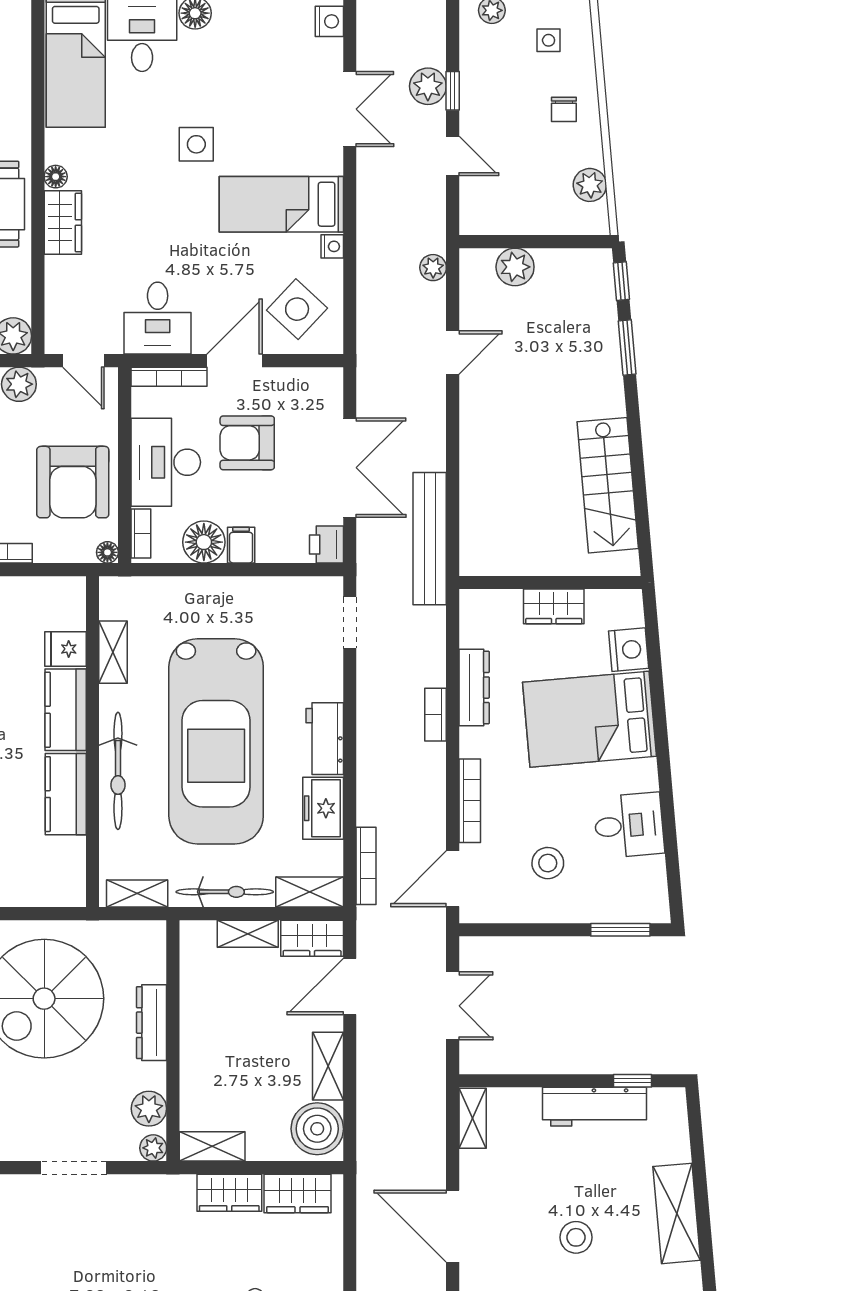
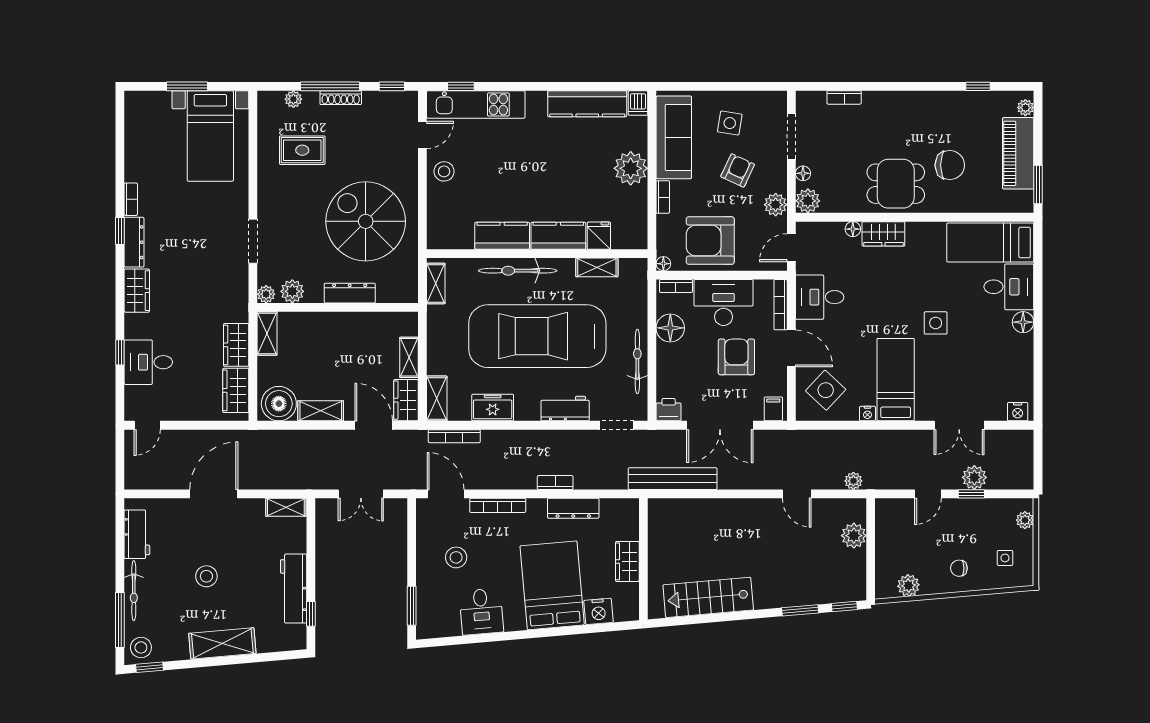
floor lamp: (56, 177) -> (853, 229), moved
filing cabinet: (241, 545) -> (773, 409), moved, turned -90
workbench: (325, 739) -> (565, 409), moved
bicycle: (225, 892) -> (637, 361), moved, turned 180

